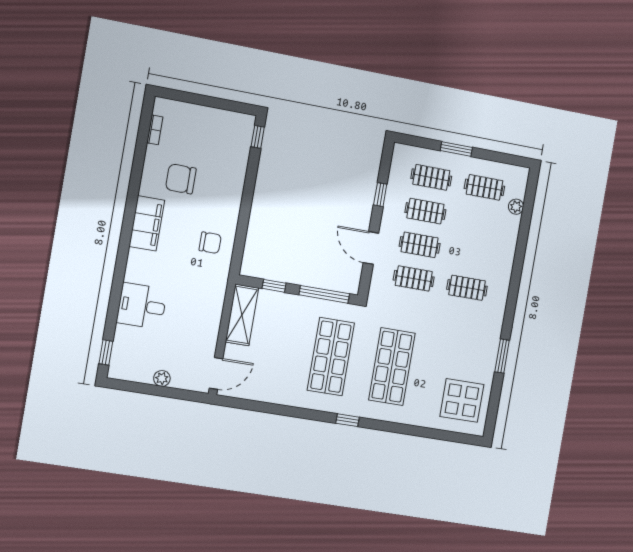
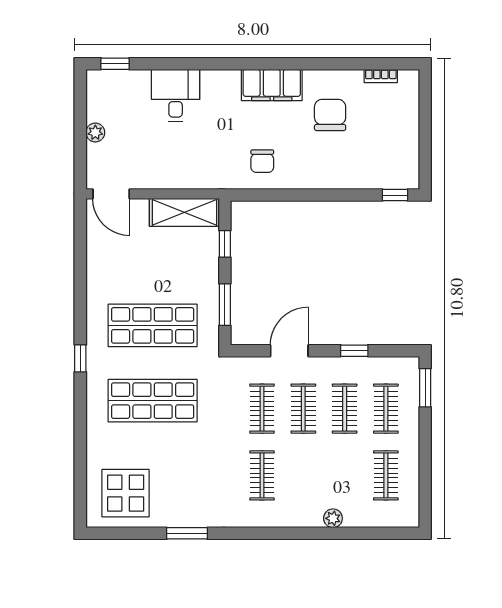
window: (456, 149) -> (425, 388), moved
plant: (516, 207) -> (333, 518), moved
window: (324, 294) -> (225, 305), width x0.69

